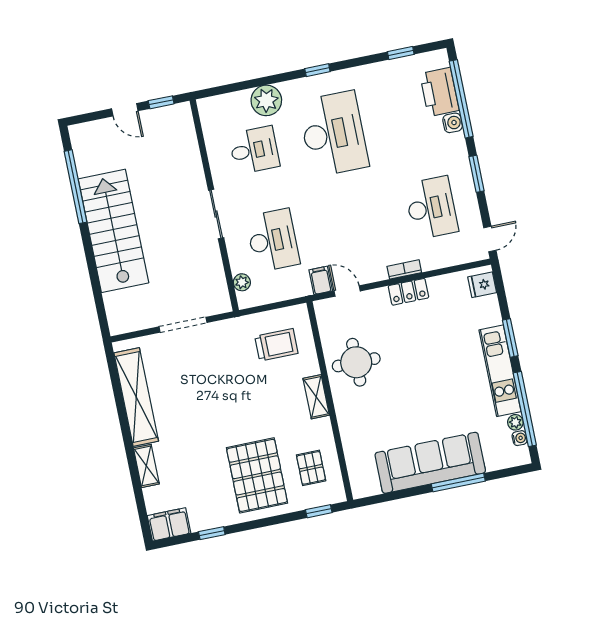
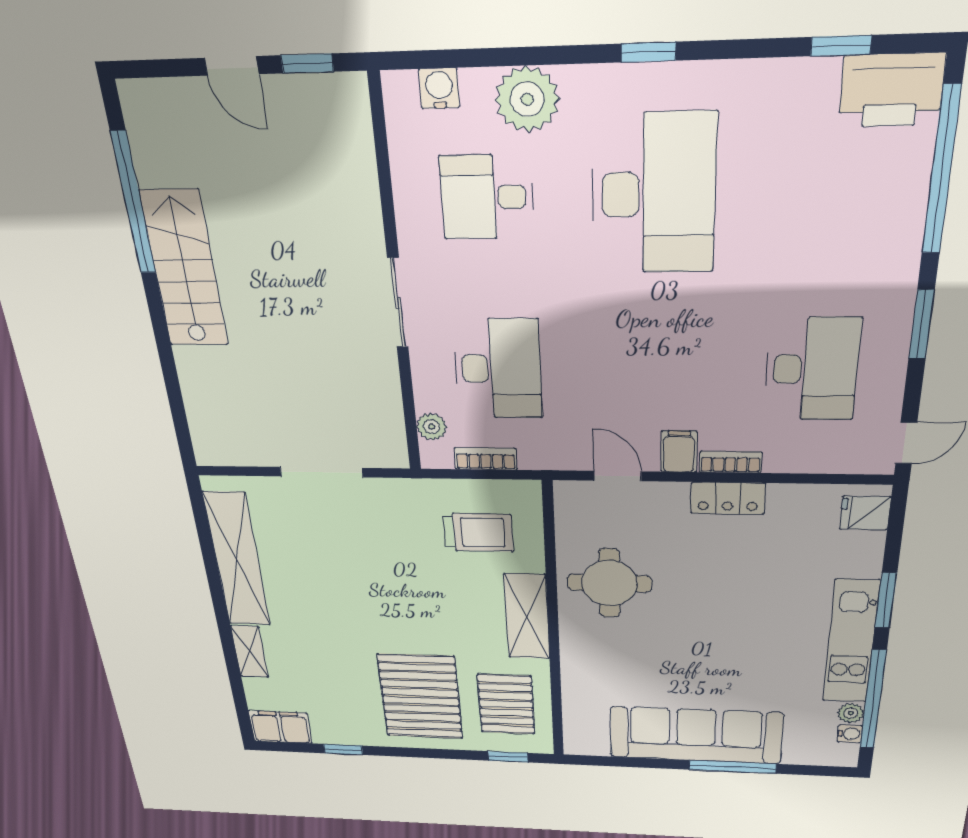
printer: (439, 92) -> (891, 90), moved, turned -90
water cooler: (453, 123) -> (439, 88), moved, turned -90
desk: (254, 150) -> (487, 197), turned 180
stairs: (113, 231) -> (184, 269), width x0.73, depth x0.66
filing cabinet: (321, 280) -> (679, 452), moved
bookcase: (274, 296) -> (486, 459), added
shelving: (316, 397) -> (527, 617), width x1.50, depth x1.33
pallet: (311, 468) -> (506, 704), width x1.50, depth x1.42

